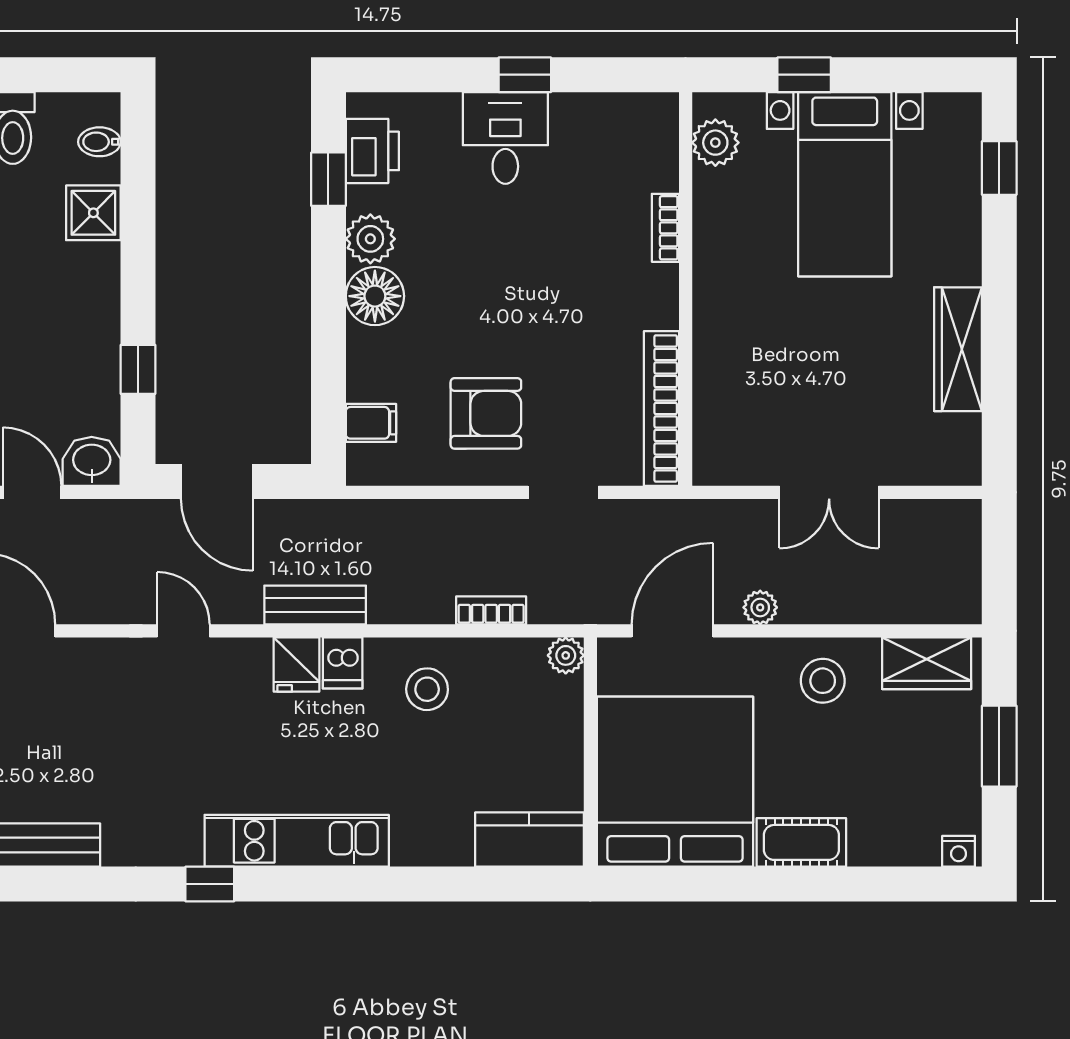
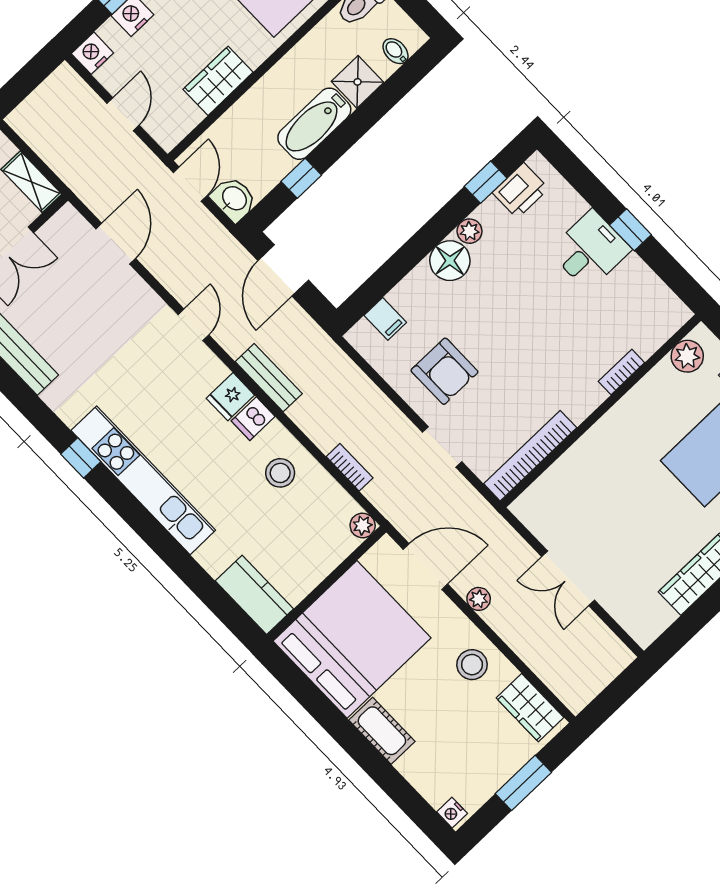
plant: (370, 239) -> (470, 231), width x0.73, depth x0.73
bathtub: (94, 301) -> (314, 124), added
kitchen unit: (297, 841) -> (143, 480), width x1.36

